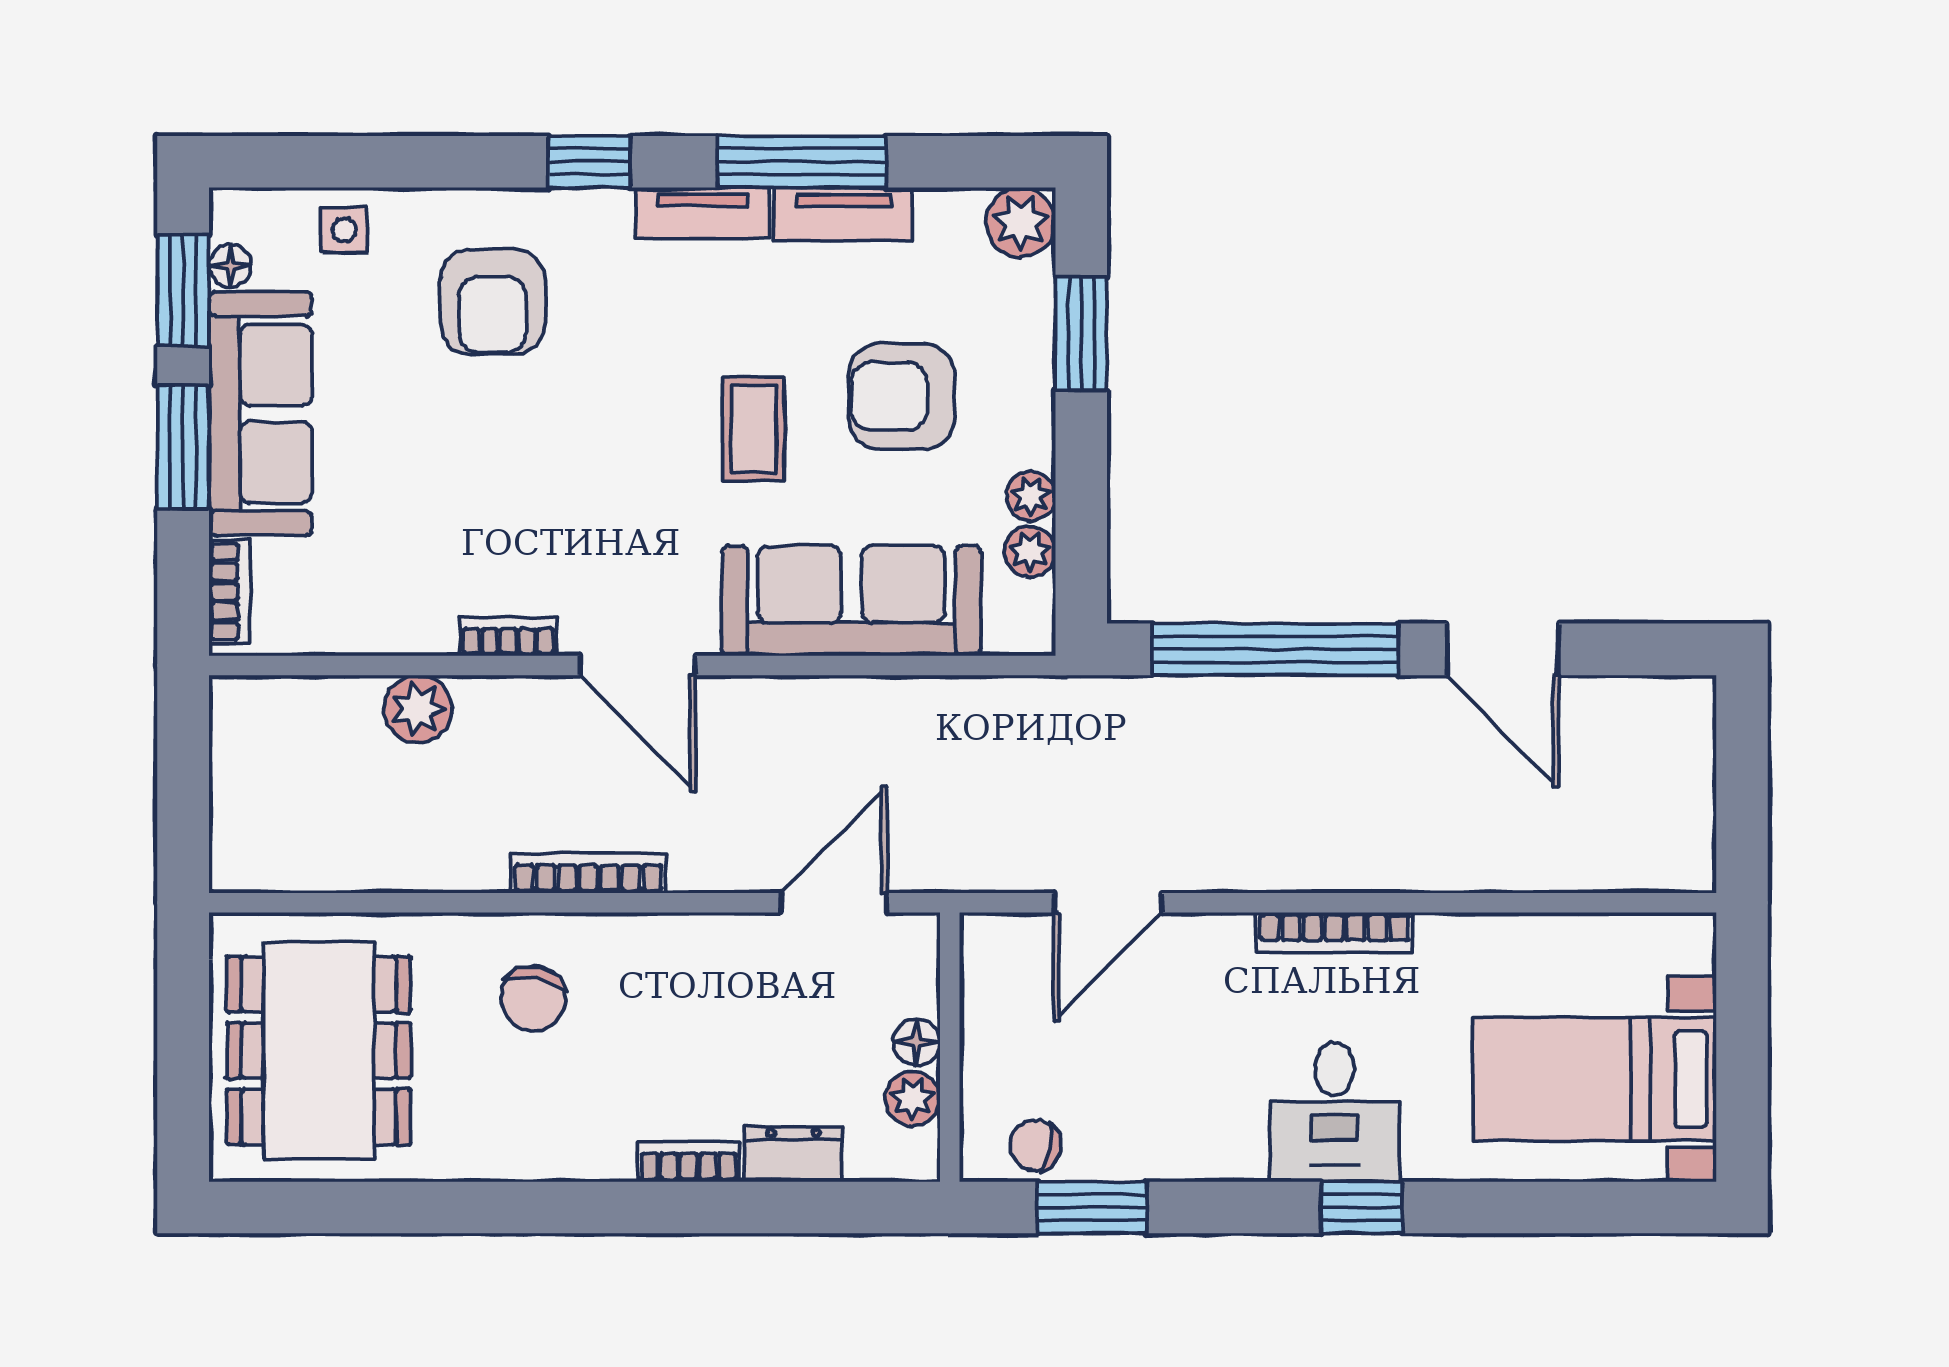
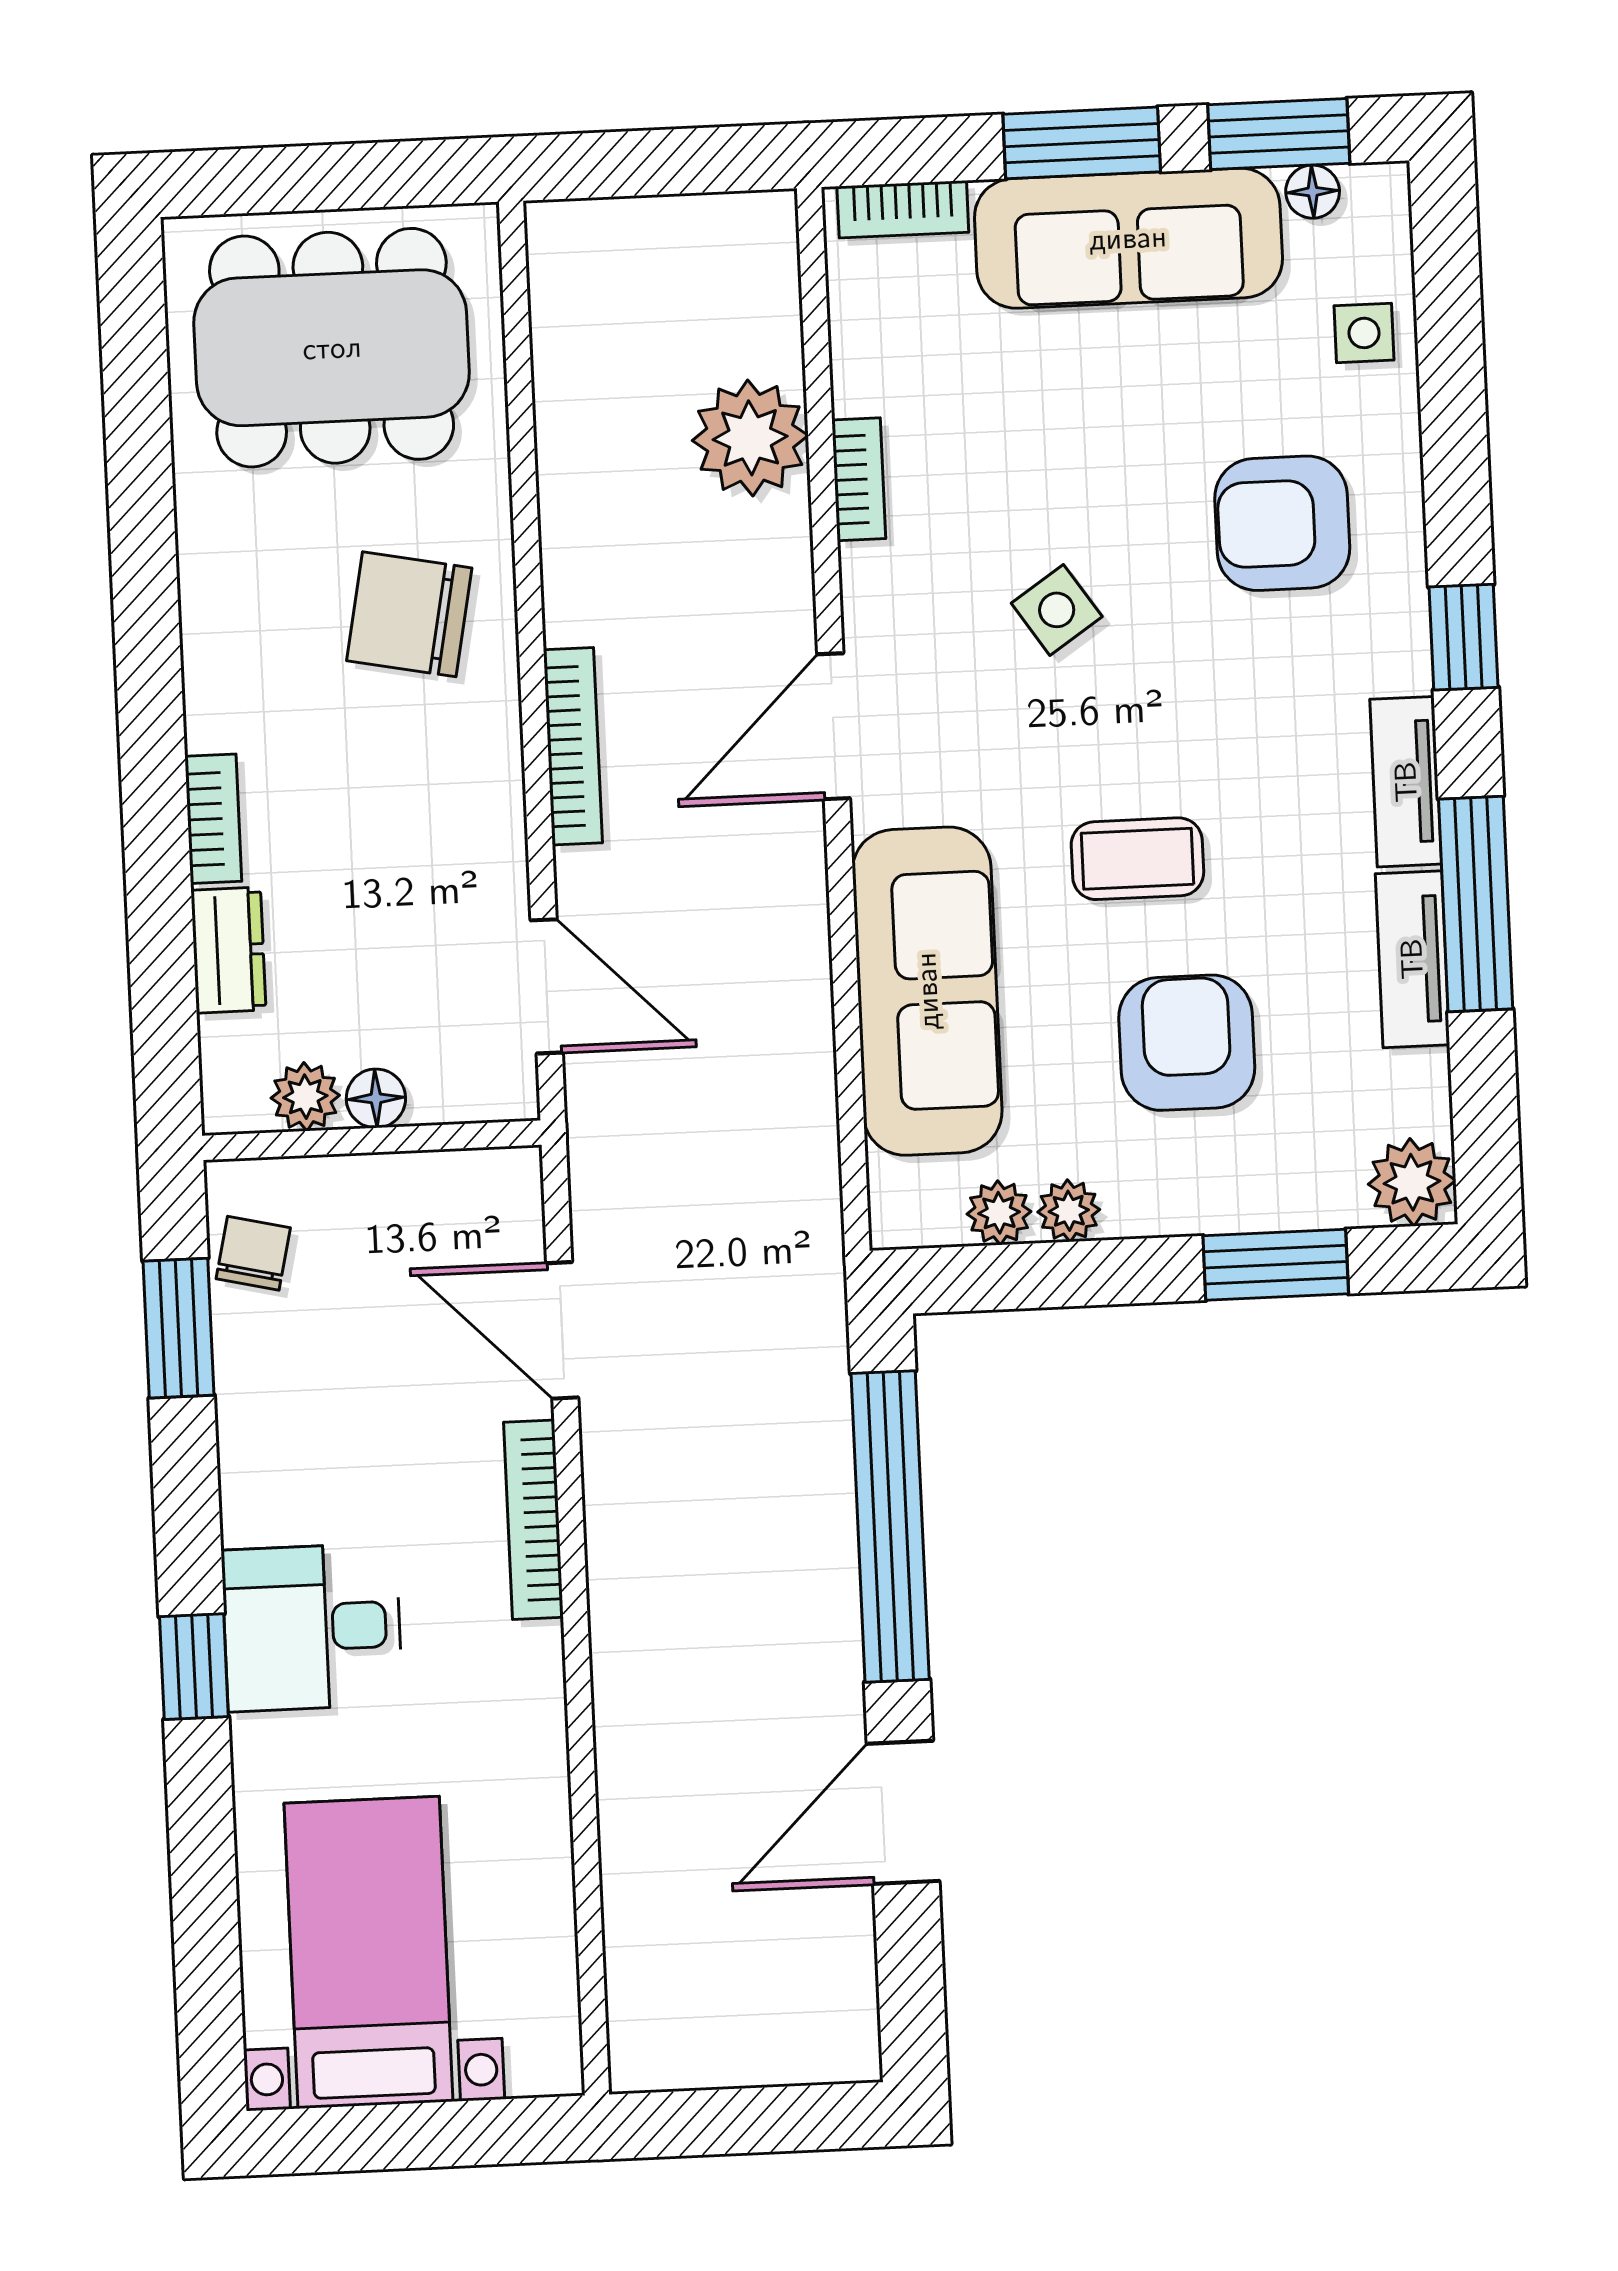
side table: (553, 484) -> (1057, 610), added
bookcase: (509, 637) -> (859, 479), moved
plant: (418, 709) -> (750, 438), width x1.36, depth x1.36
bookcase: (588, 873) -> (573, 746), moved
bookcase: (1334, 932) -> (533, 1520), moved
chair: (533, 998) -> (409, 614), width x1.37, depth x1.37

